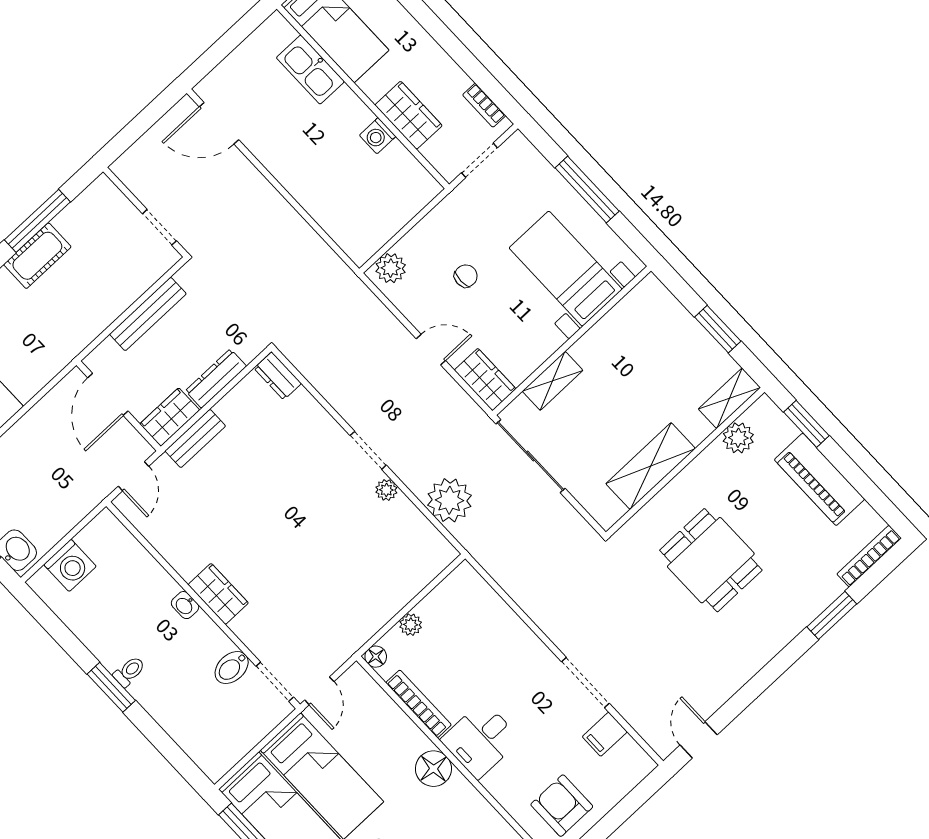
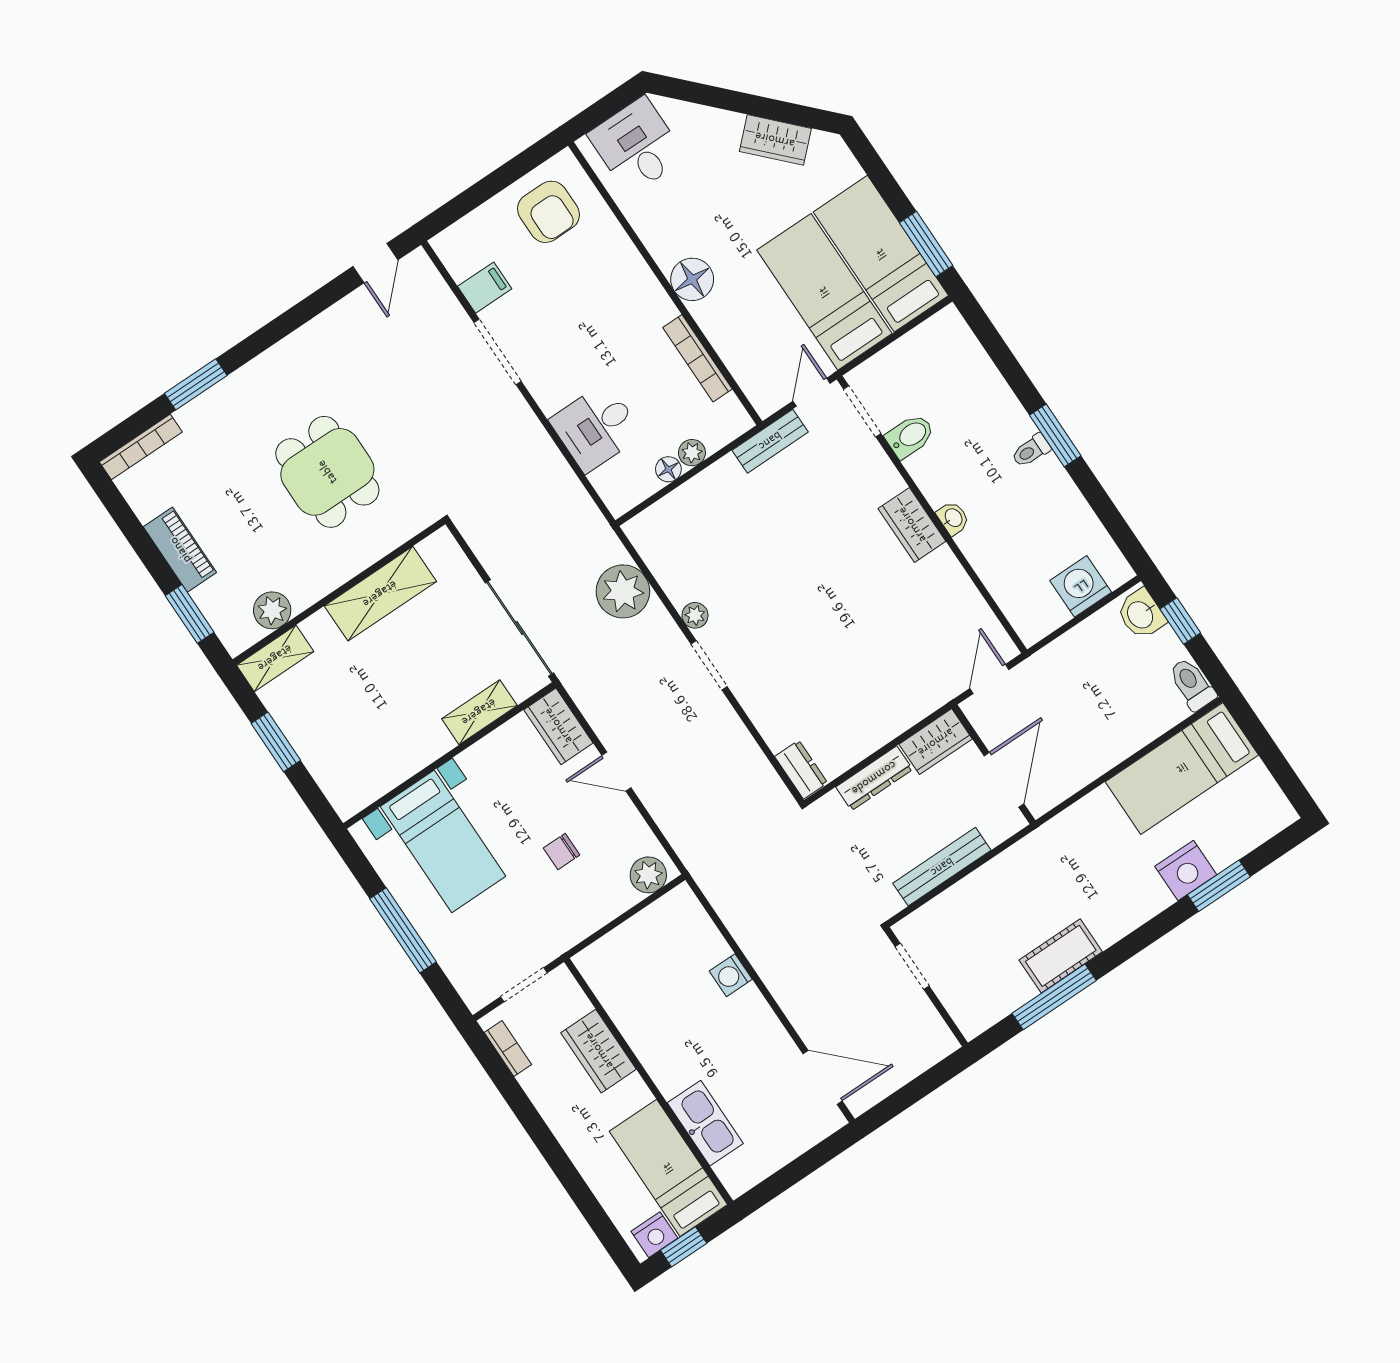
washing machine: (378, 136) -> (731, 975), moved, turned 180
bench: (195, 438) -> (770, 441), moved
piano: (819, 479) -> (180, 550), width x0.73, depth x0.75
floor lamp: (376, 657) -> (668, 469), moved
desk: (481, 740) -> (596, 427), moved, turned 180

